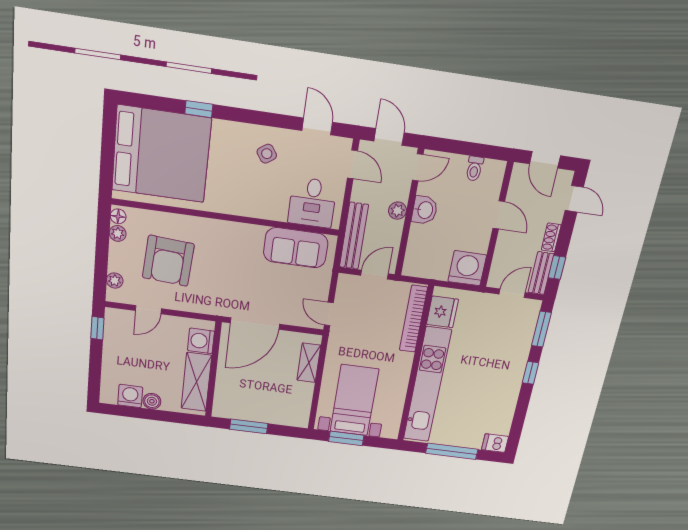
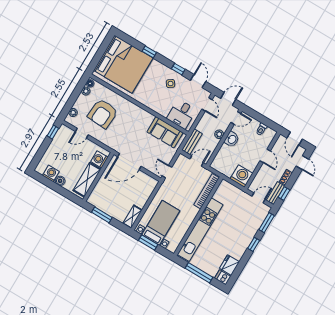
window: (269, 119) -> (178, 69), added
door: (389, 137) -> (228, 99), hinge flipped
bench: (354, 236) -> (192, 142), width x0.73
fridge: (442, 312) -> (230, 265), moved, turned 180
shelving: (309, 363) -> (132, 217), moved

